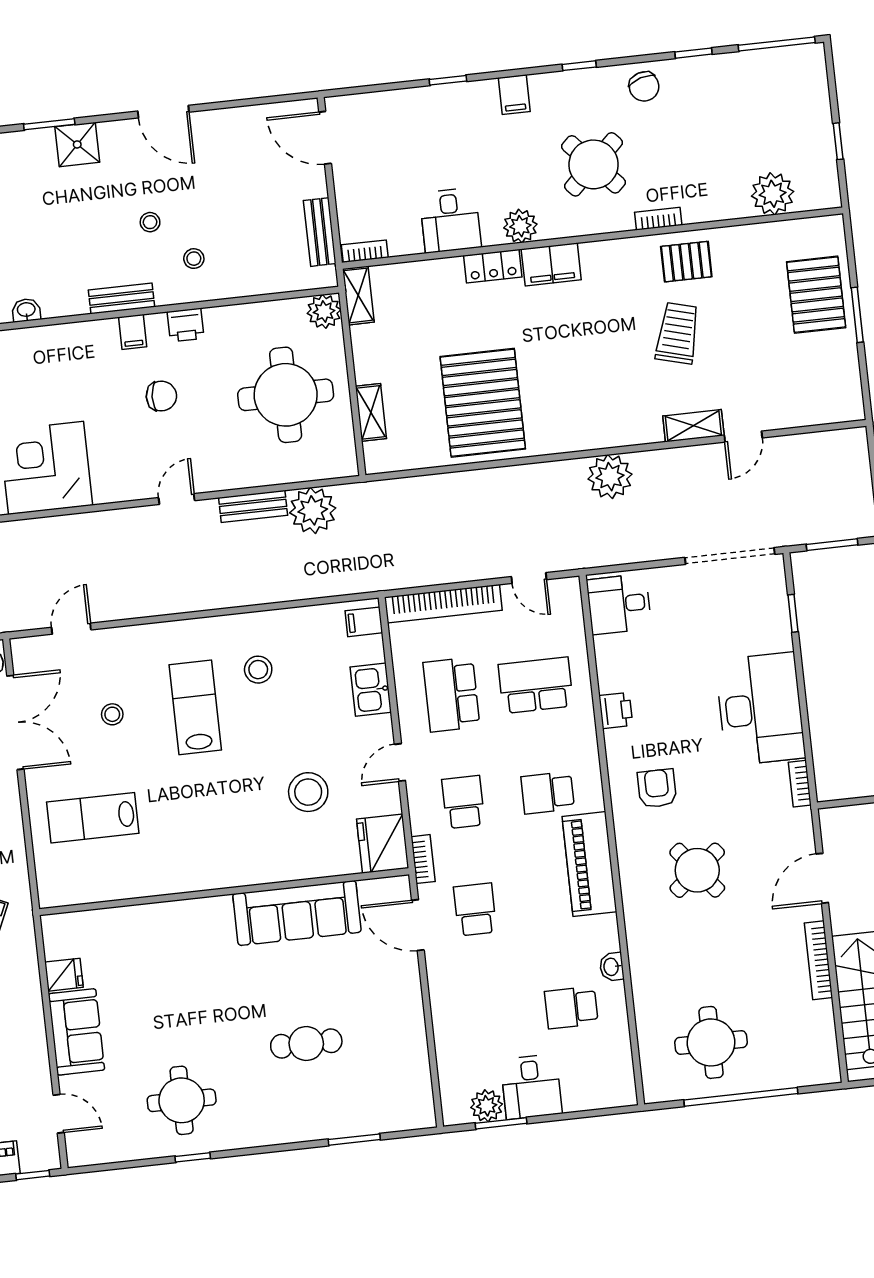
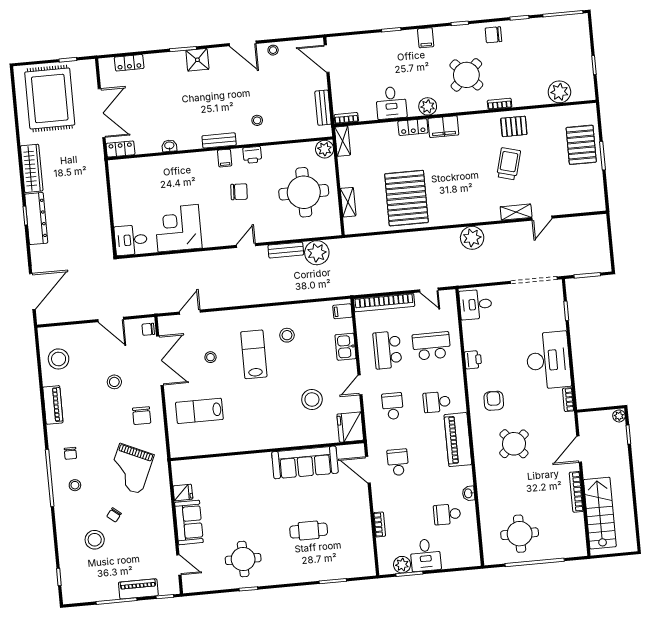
chair: (644, 87) -> (493, 35), turned 107
stool: (150, 222) -> (273, 50), moved
bookcase: (423, 859) -> (379, 524), moved

